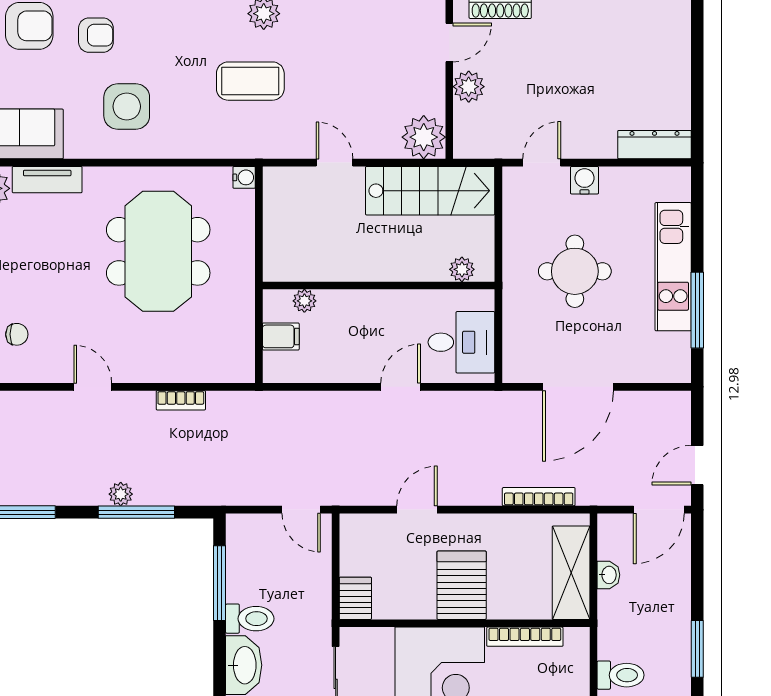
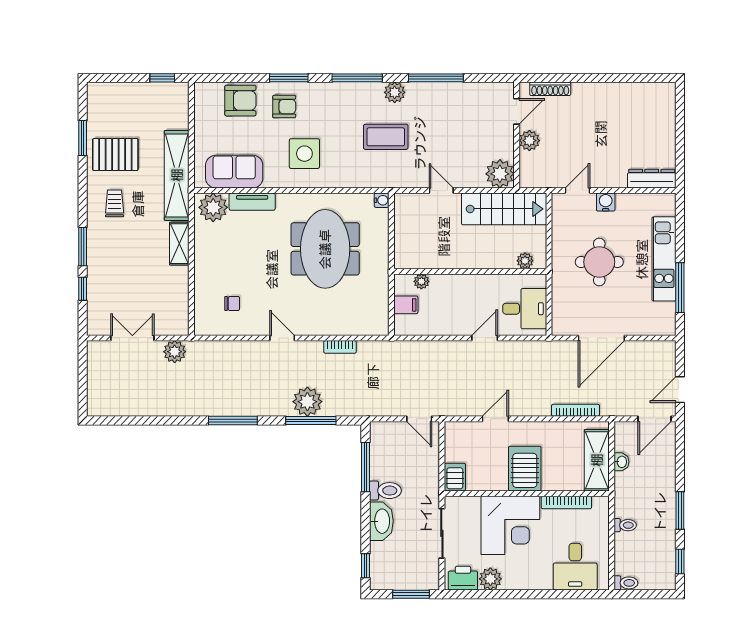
plant: (121, 494) -> (307, 402), width x1.88, depth x1.88
toilet: (621, 675) -> (625, 525), width x0.73, depth x0.72

